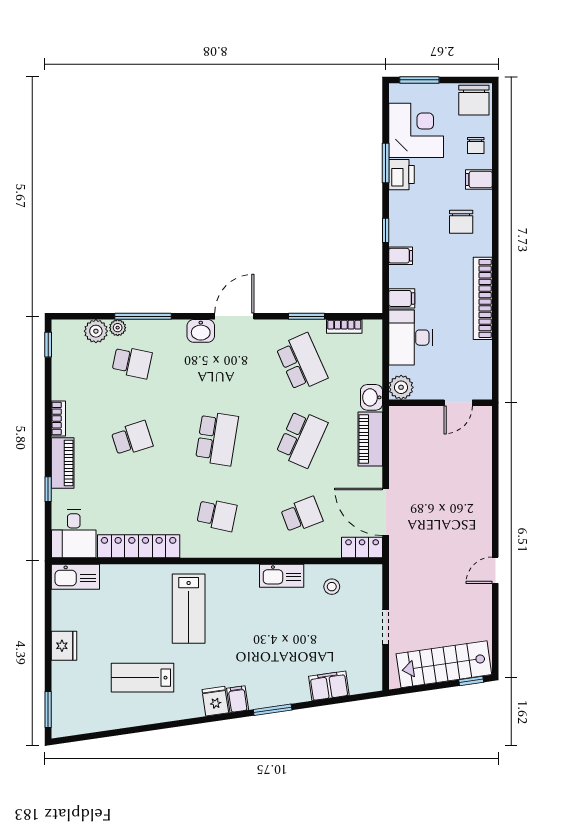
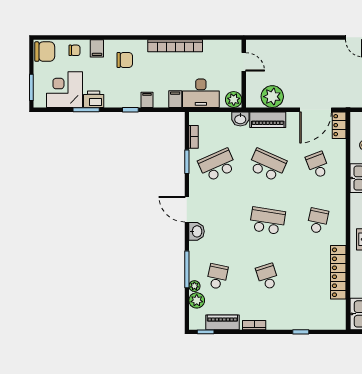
plant: (406, 446) -> (272, 97), added
piano: (63, 463) -> (222, 322), moved
desk: (74, 534) -> (330, 315), removed

